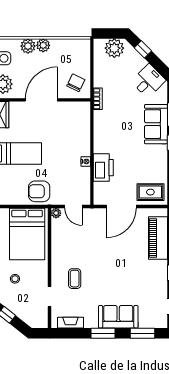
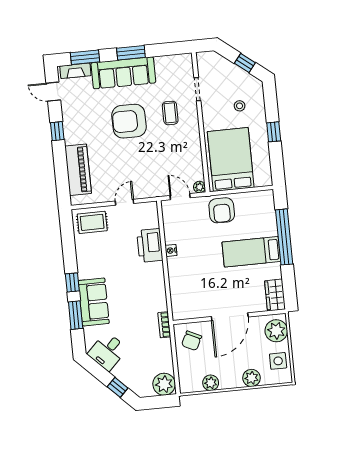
plant: (43, 45) -> (211, 383), moved
plant: (114, 48) -> (164, 384), moved
armchair: (39, 191) -> (222, 210), turned 90
door: (121, 206) -> (125, 202), width x0.53
armchair: (110, 275) -> (129, 121), added
sofa: (118, 317) -> (123, 73), width x1.36
fireplace: (70, 323) -> (75, 71), moved

